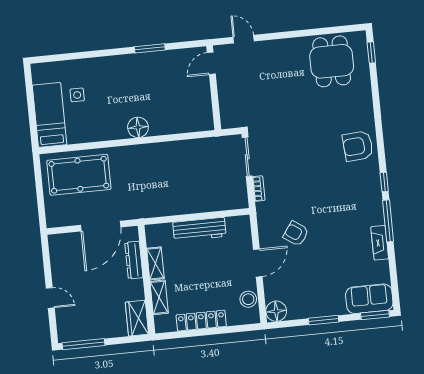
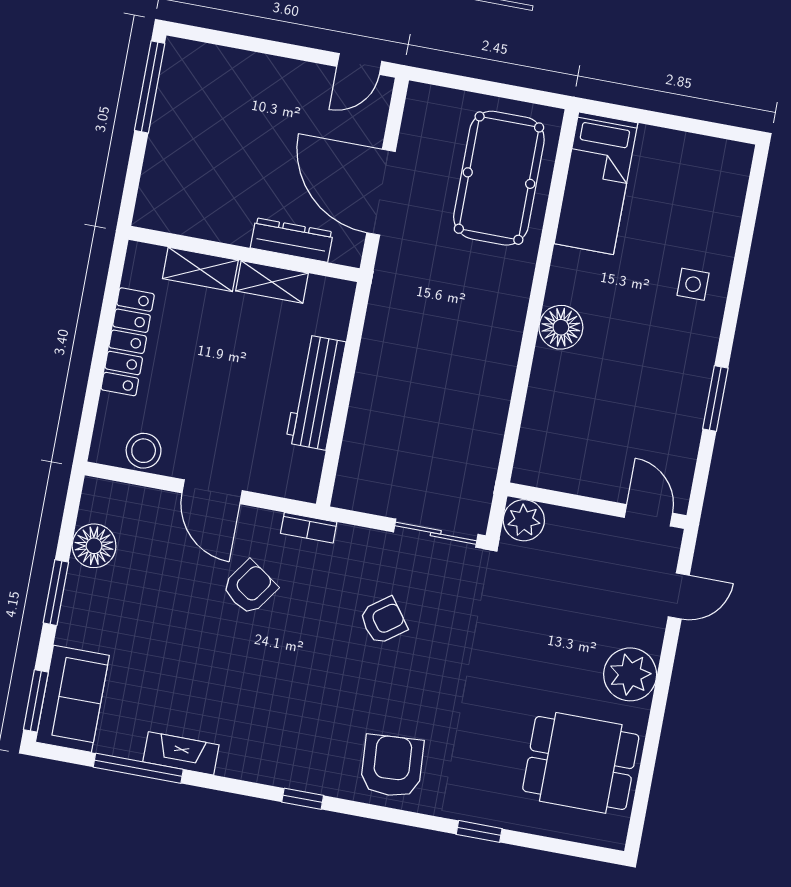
plant: (285, 51) -> (630, 674), added
window: (371, 53) -> (479, 831), moved
side table: (77, 95) -> (693, 284), moved
bed: (50, 115) -> (596, 183), moved, turned 90
plant: (230, 119) -> (524, 520), added
armchair: (293, 169) -> (383, 621), added
bookcase: (259, 189) -> (309, 528), moved
window: (388, 221) -> (138, 768), moved
door: (50, 298) -> (359, 64), moved
floor lamp: (276, 311) -> (94, 546), moved
wardrobe: (137, 318) -> (171, 212), removed

